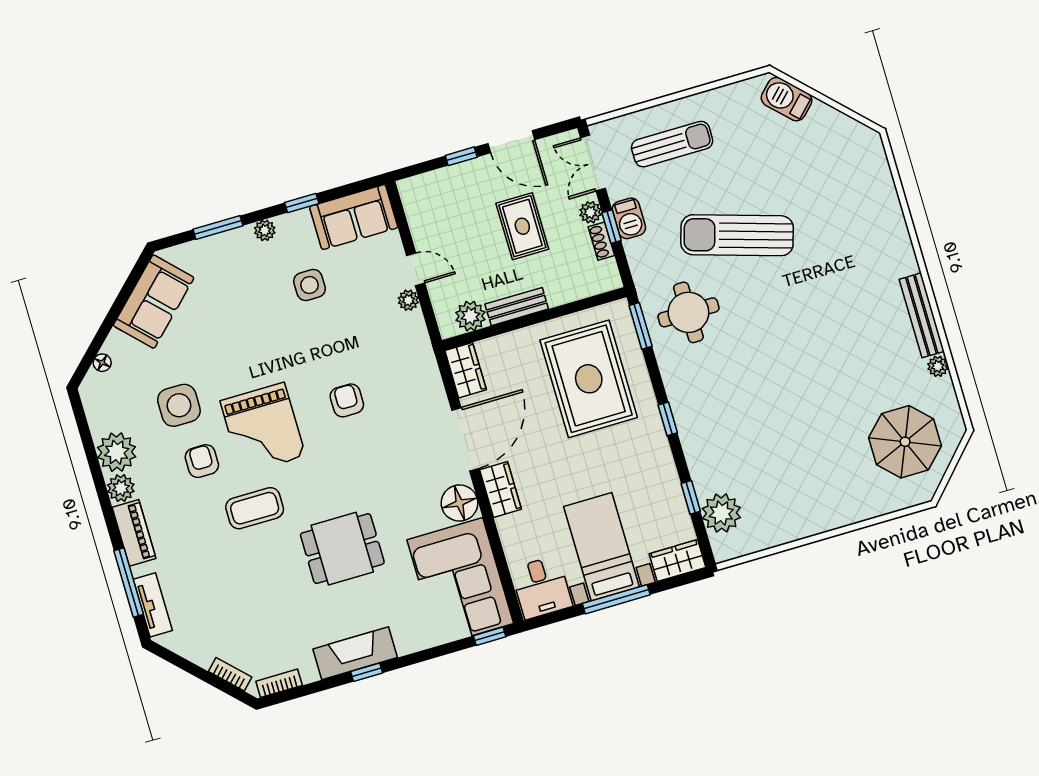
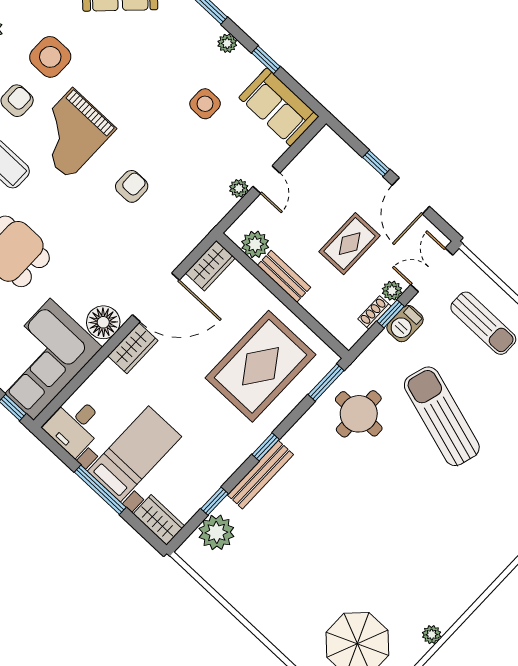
bench: (922, 315) -> (260, 475), moved

